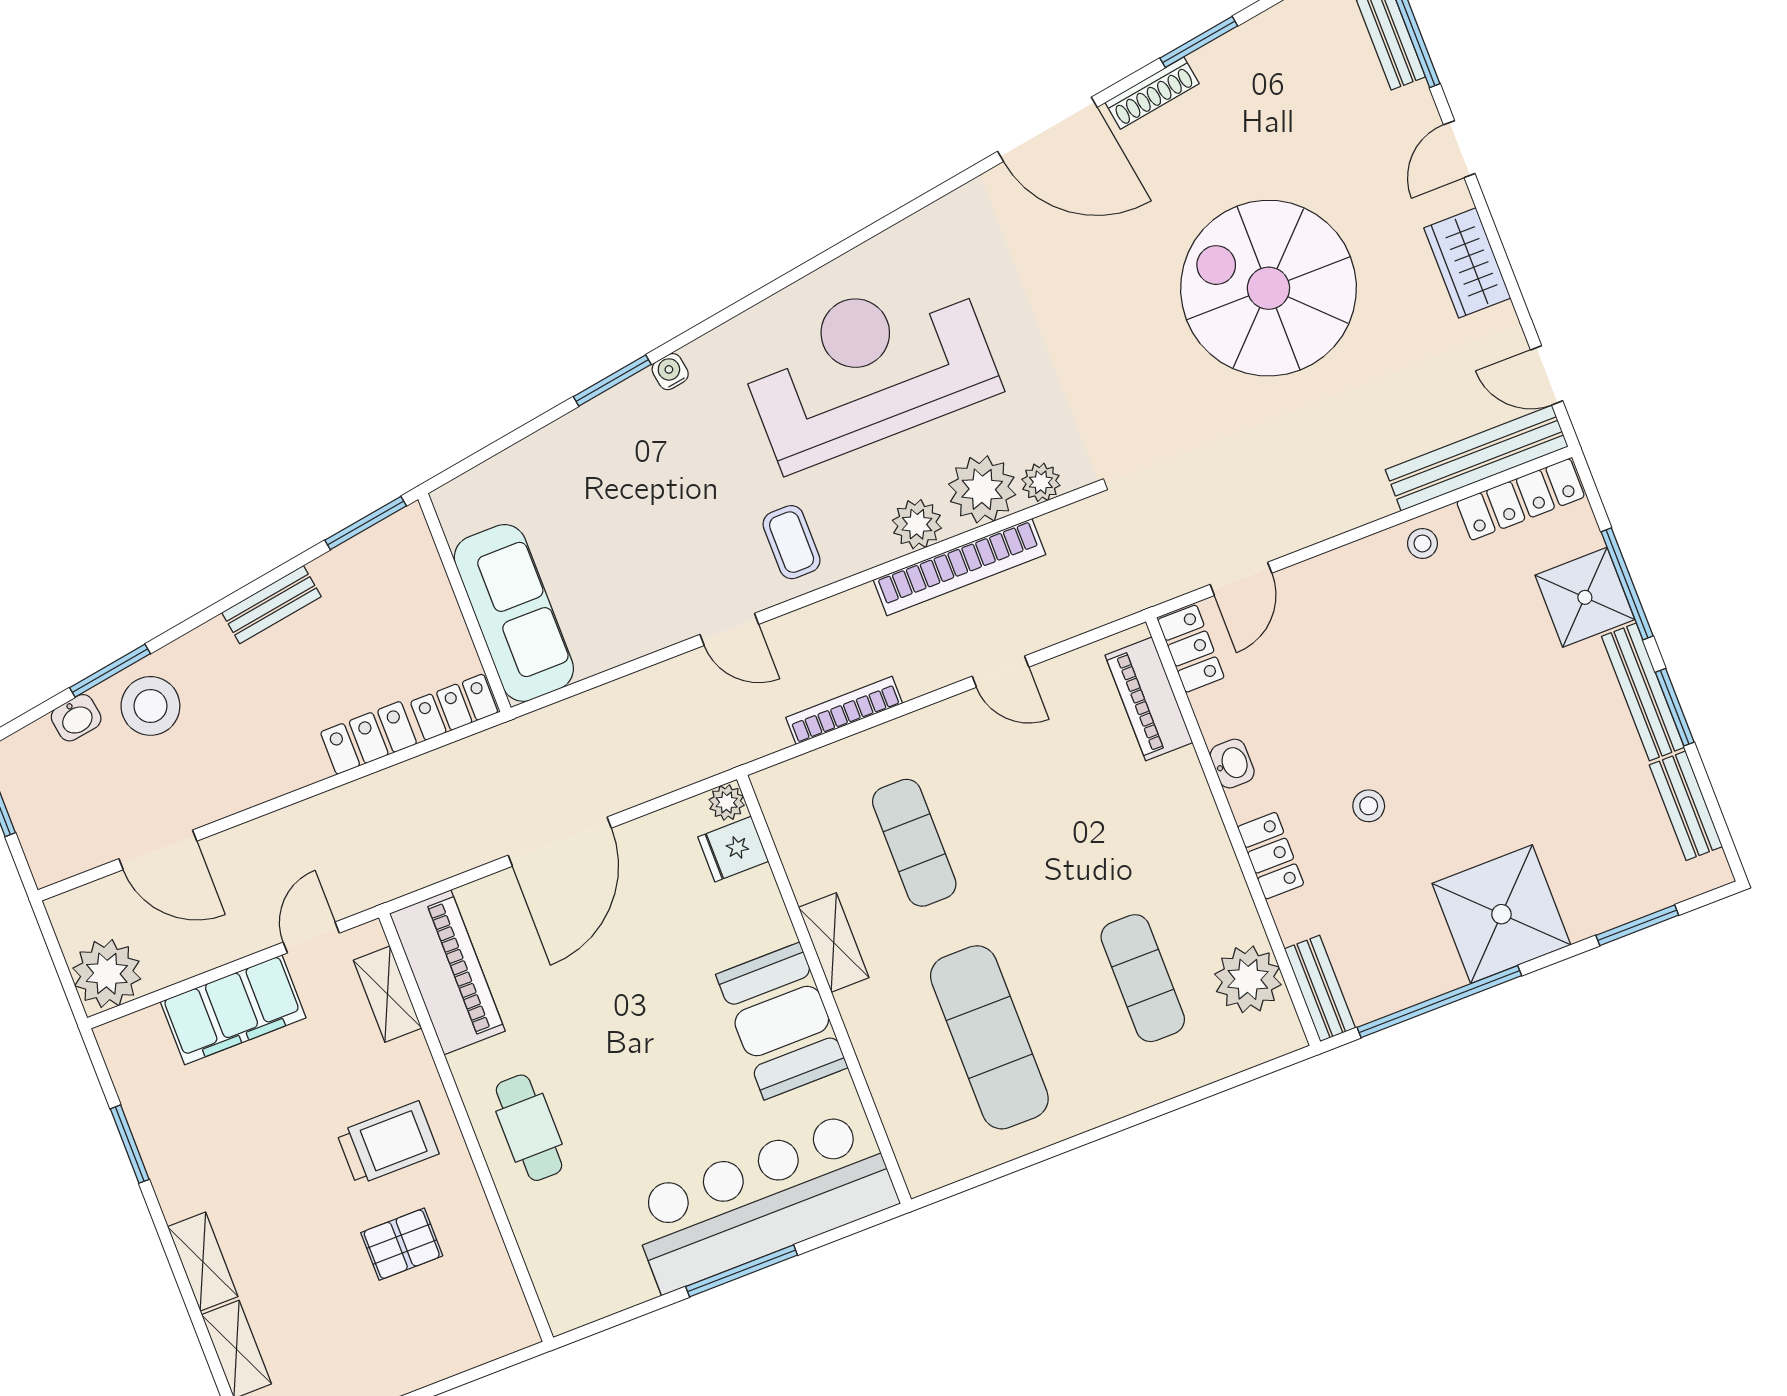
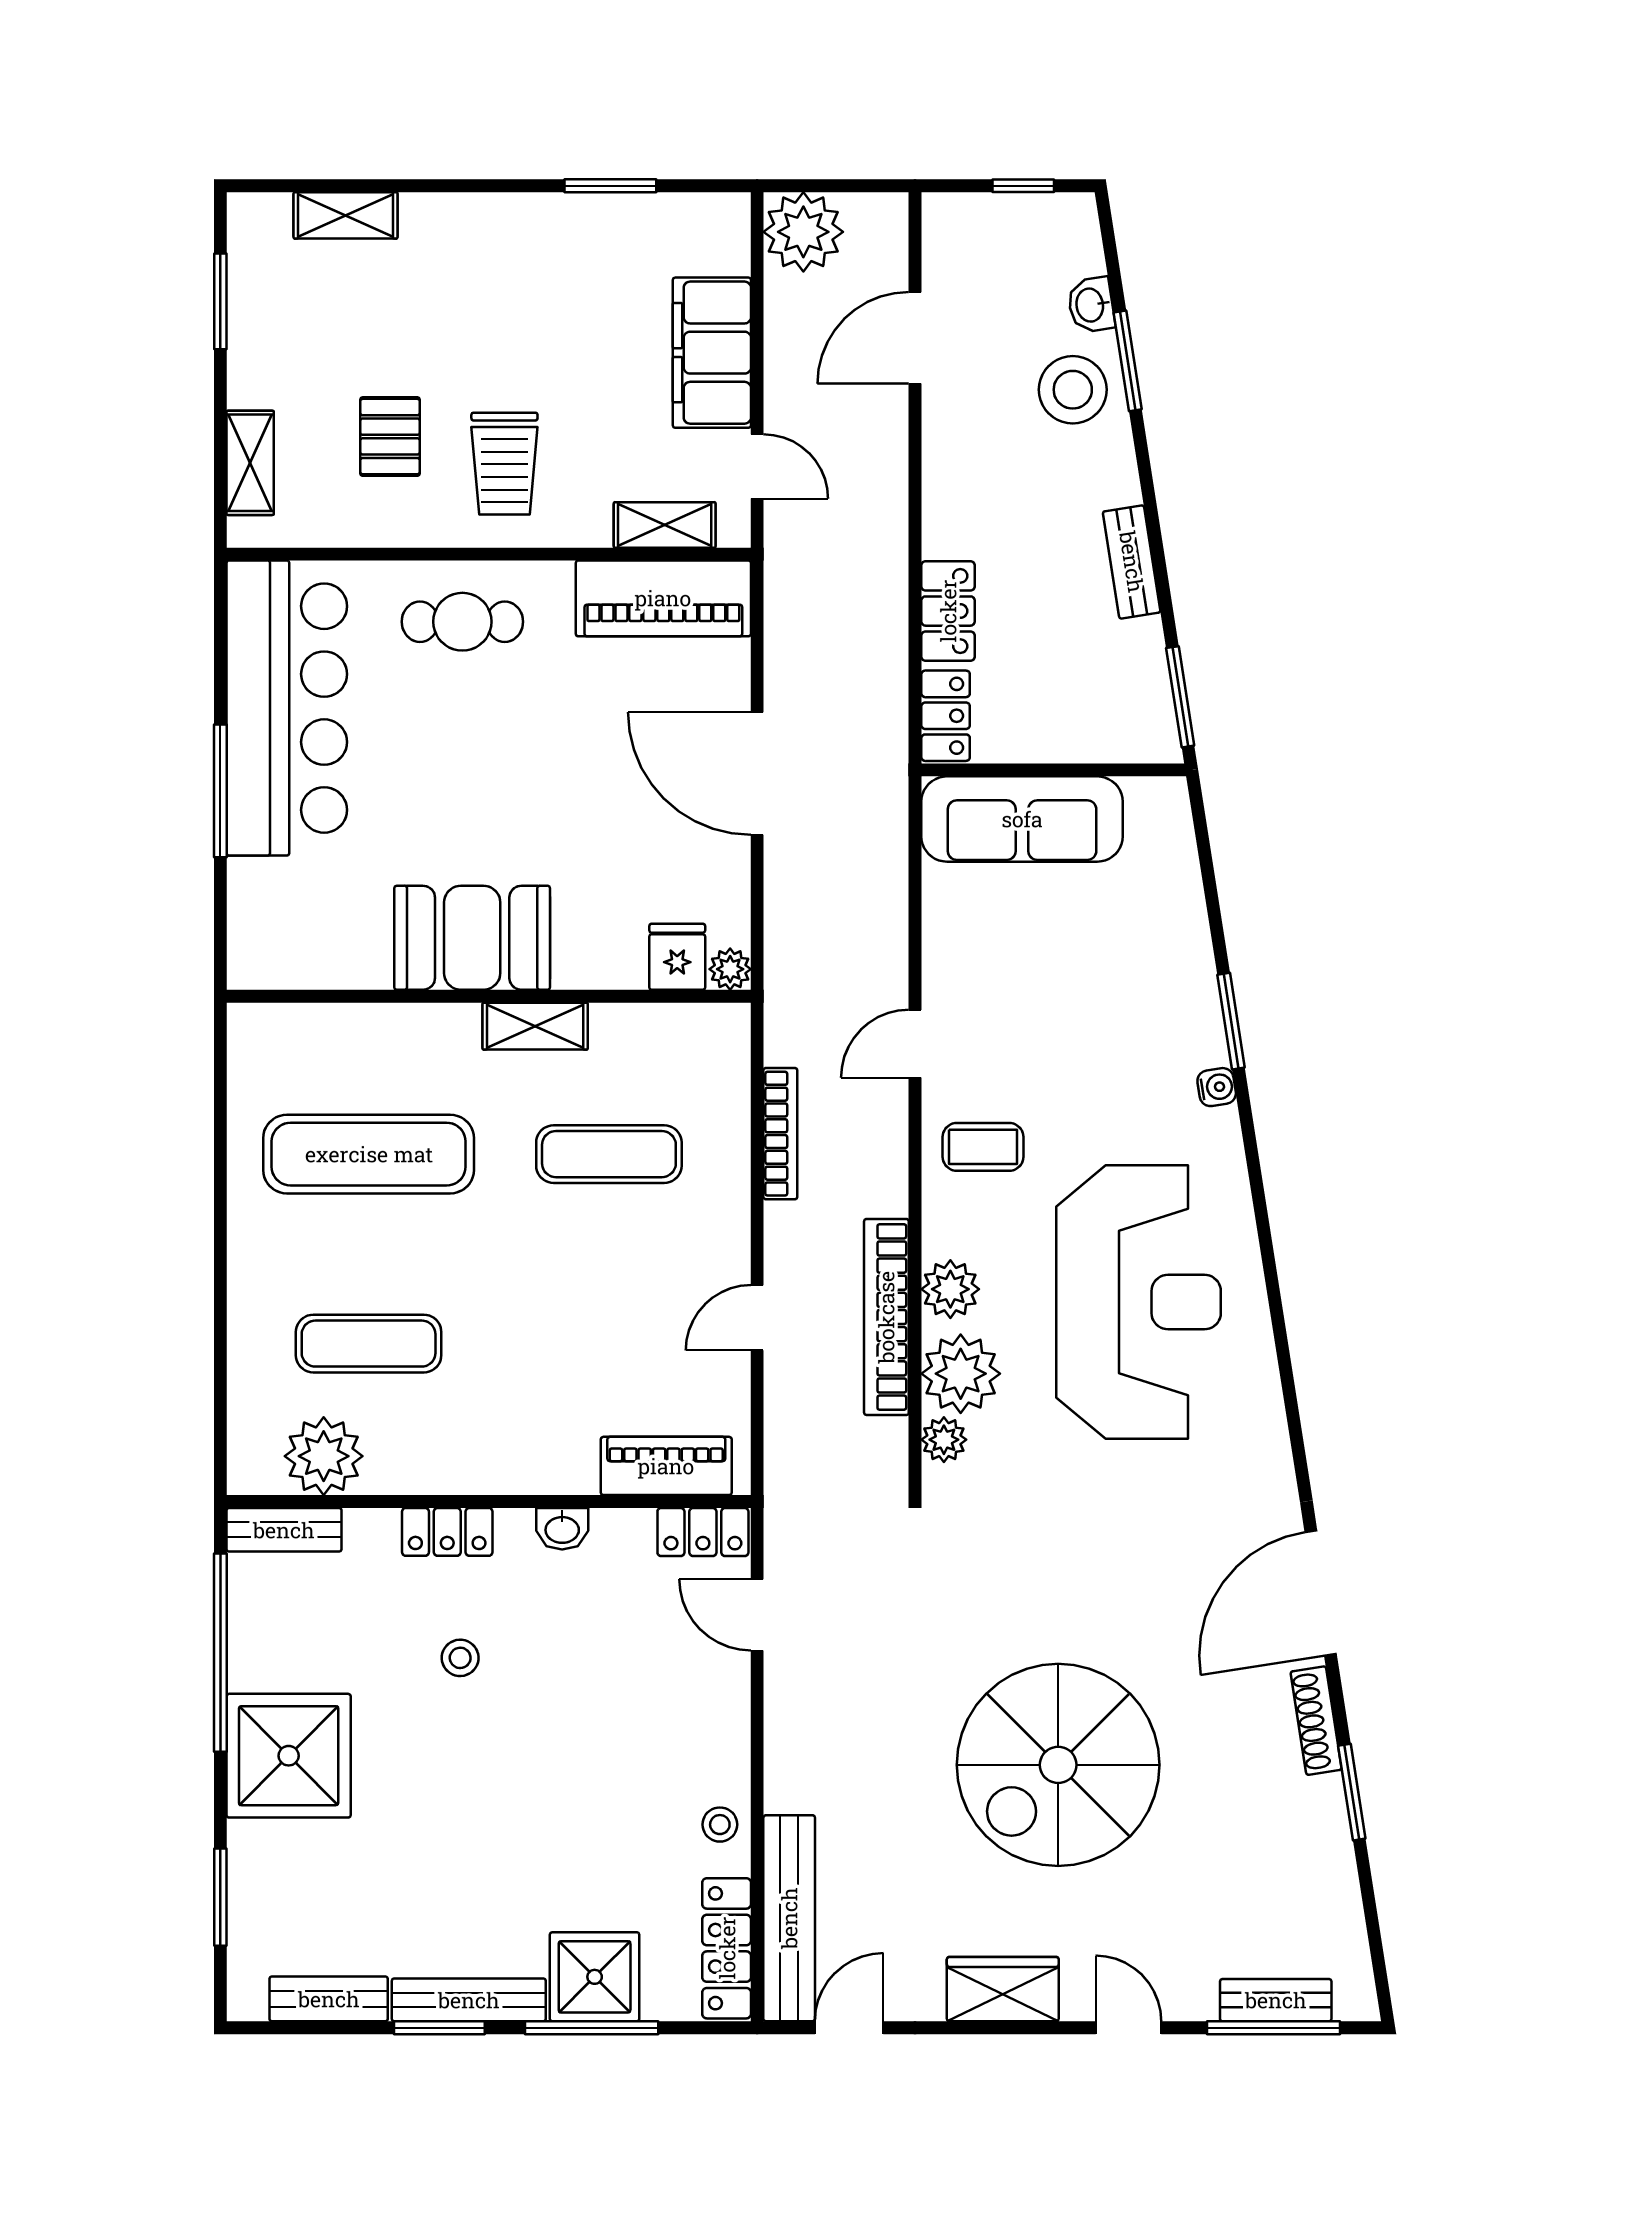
spiral stairs: (1268, 288) -> (1058, 1765), turned 180
bar counter: (762, 1201) -> (287, 708), moved
shelving: (203, 1262) -> (250, 463), moved, turned 90

